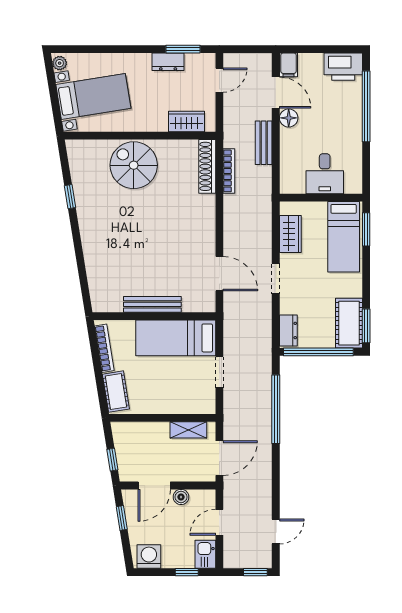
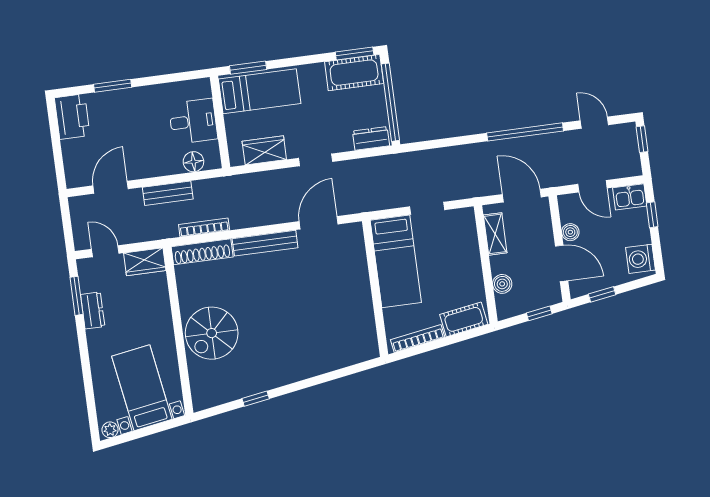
filing cabinet: (289, 65) -> (78, 177), removed
window: (366, 106) -> (113, 86), width x0.47
floor lamp: (289, 118) -> (193, 162), moved
wardrobe: (187, 122) -> (145, 262), moved, turned -90
bench: (152, 304) -> (265, 243), moved, turned 90
window: (276, 409) -> (525, 132), moved
boiler: (143, 430) -> (502, 284), added

